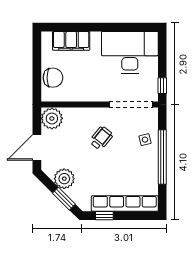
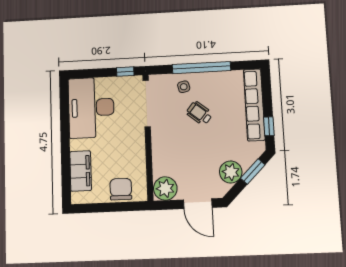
wheelchair: (101, 138) -> (199, 113), moved

